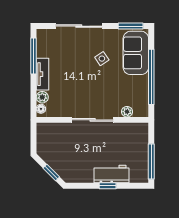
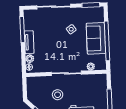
sofa: (136, 53) -> (96, 38), moved
stool: (79, 149) -> (58, 95), added

